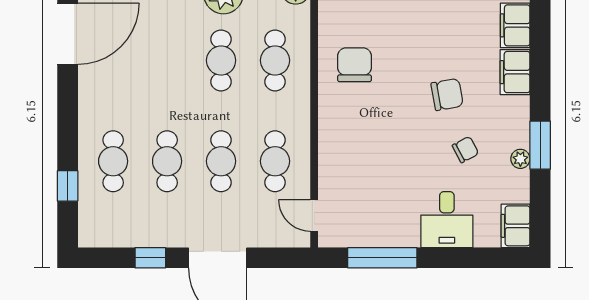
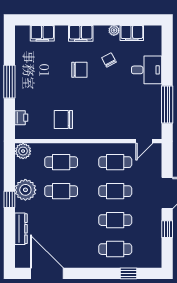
filing cabinet: (515, 72) -> (81, 33), moved
chair: (447, 94) -> (79, 70), turned 100
window: (540, 145) -> (107, 20), removed
filing cabinet: (516, 226) -> (132, 33), moved

